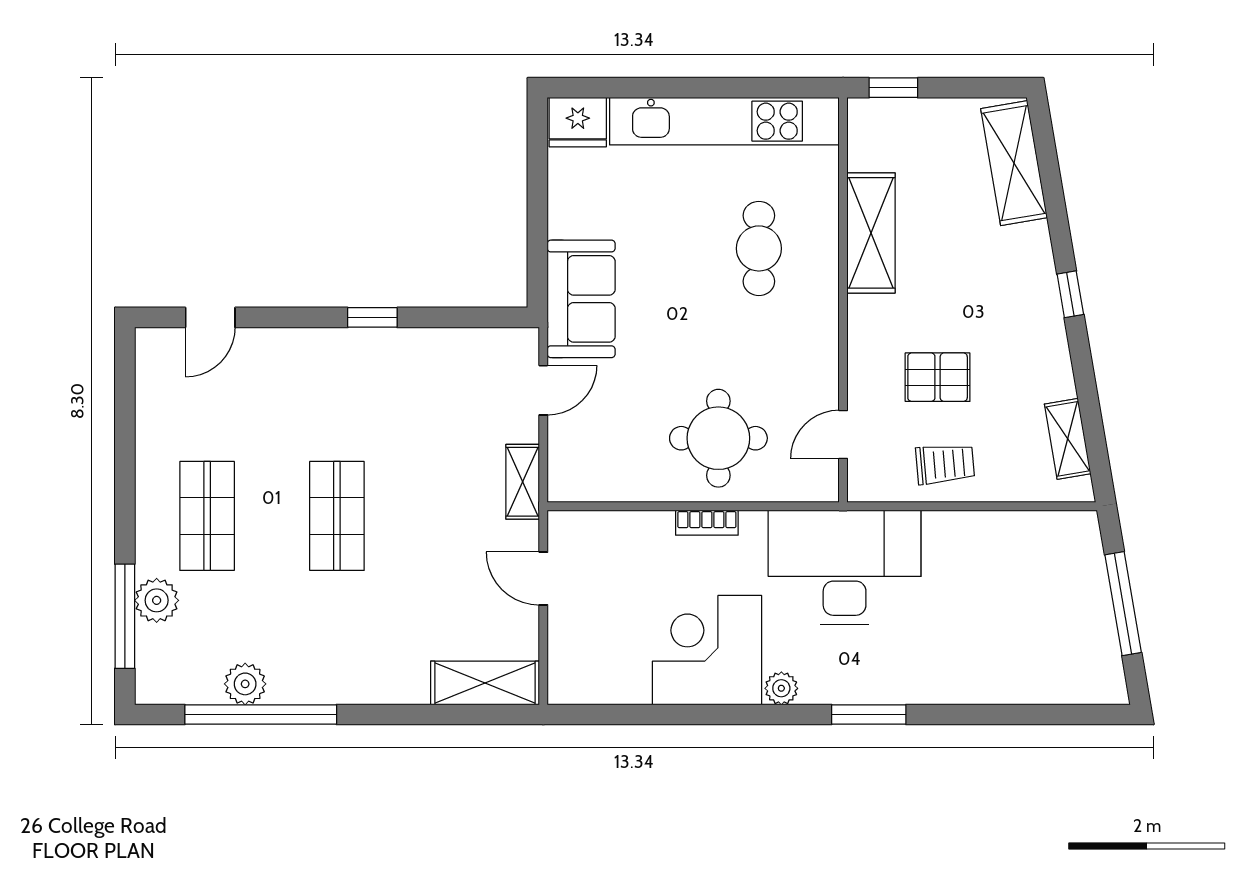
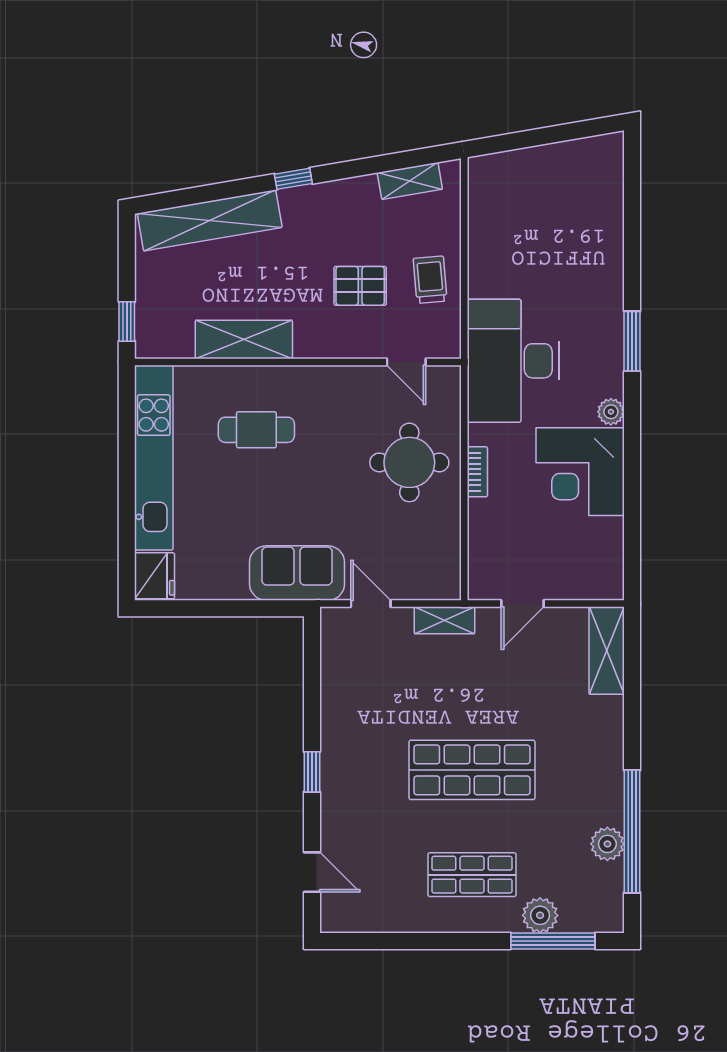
shelving: (1014, 163) -> (210, 220), width x1.47
window: (372, 317) -> (312, 772), moved
pallet: (938, 377) -> (360, 286), turned 90
shop shelf: (337, 516) -> (472, 770), width x1.43, depth x1.36
window: (1123, 604) -> (543, 136), removed

